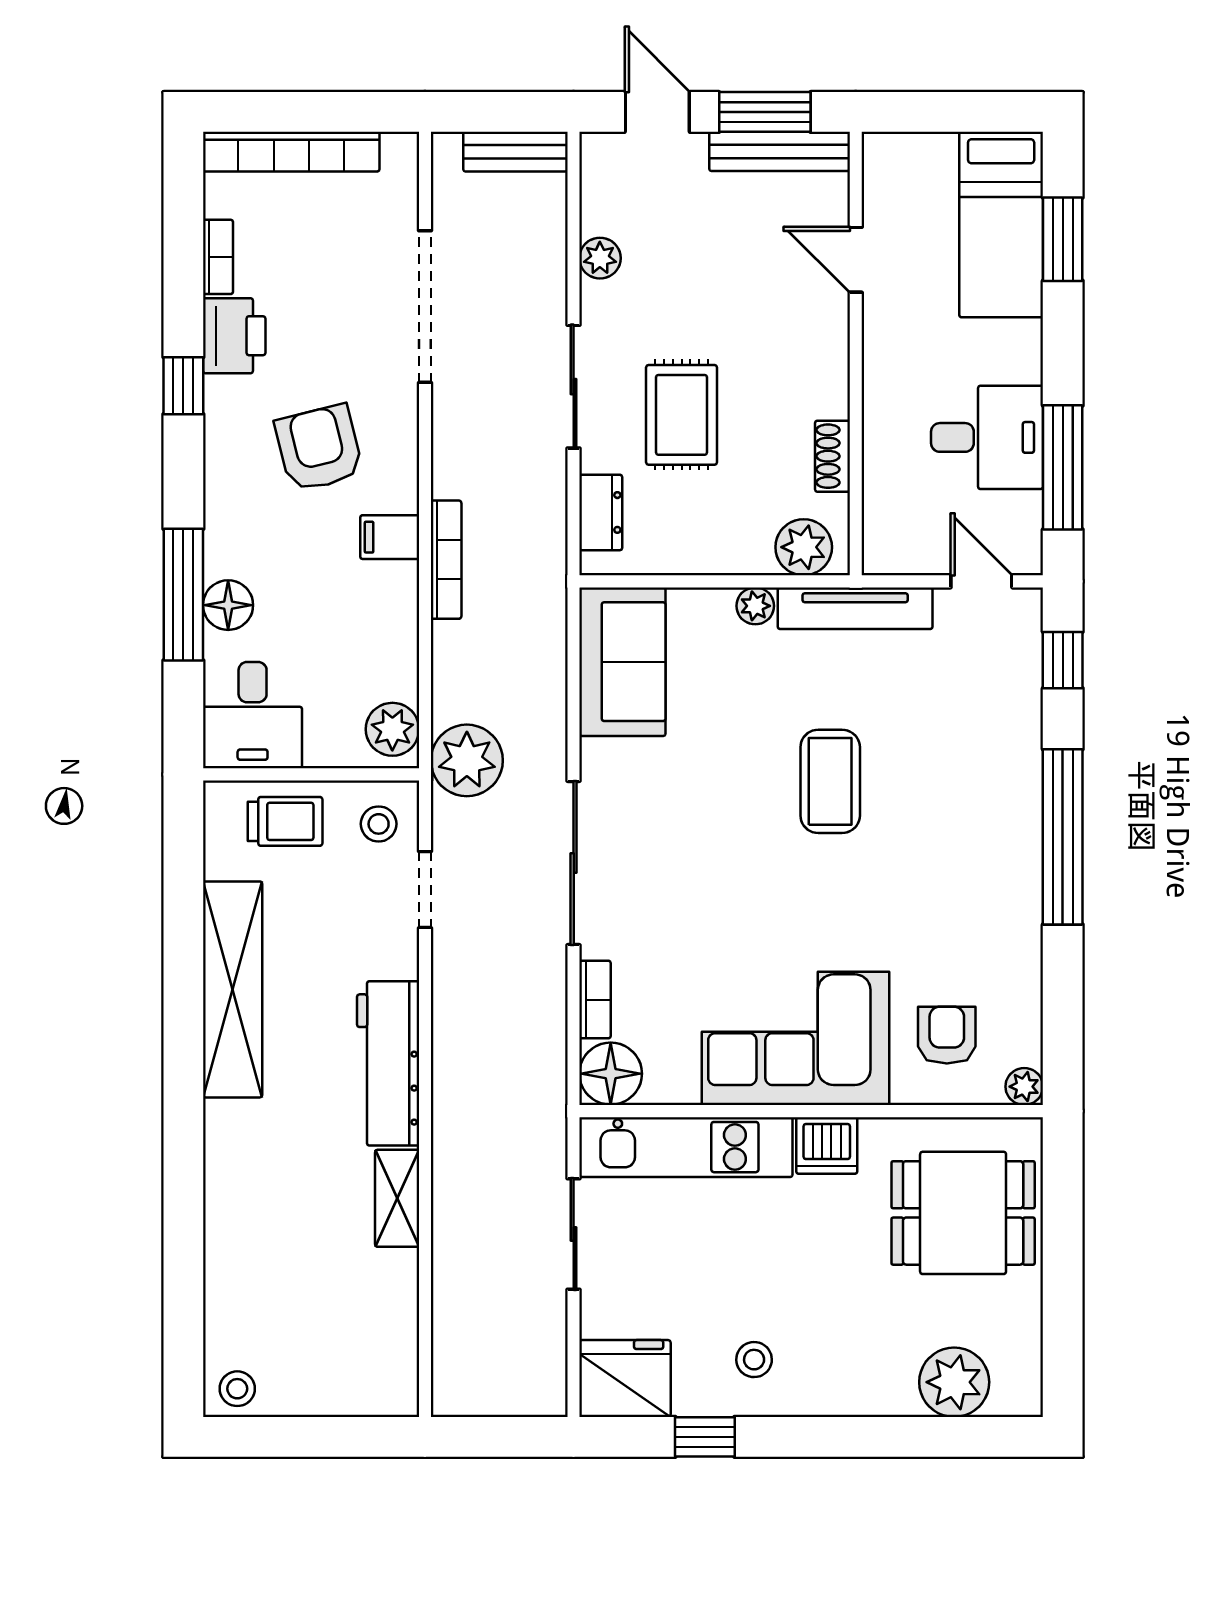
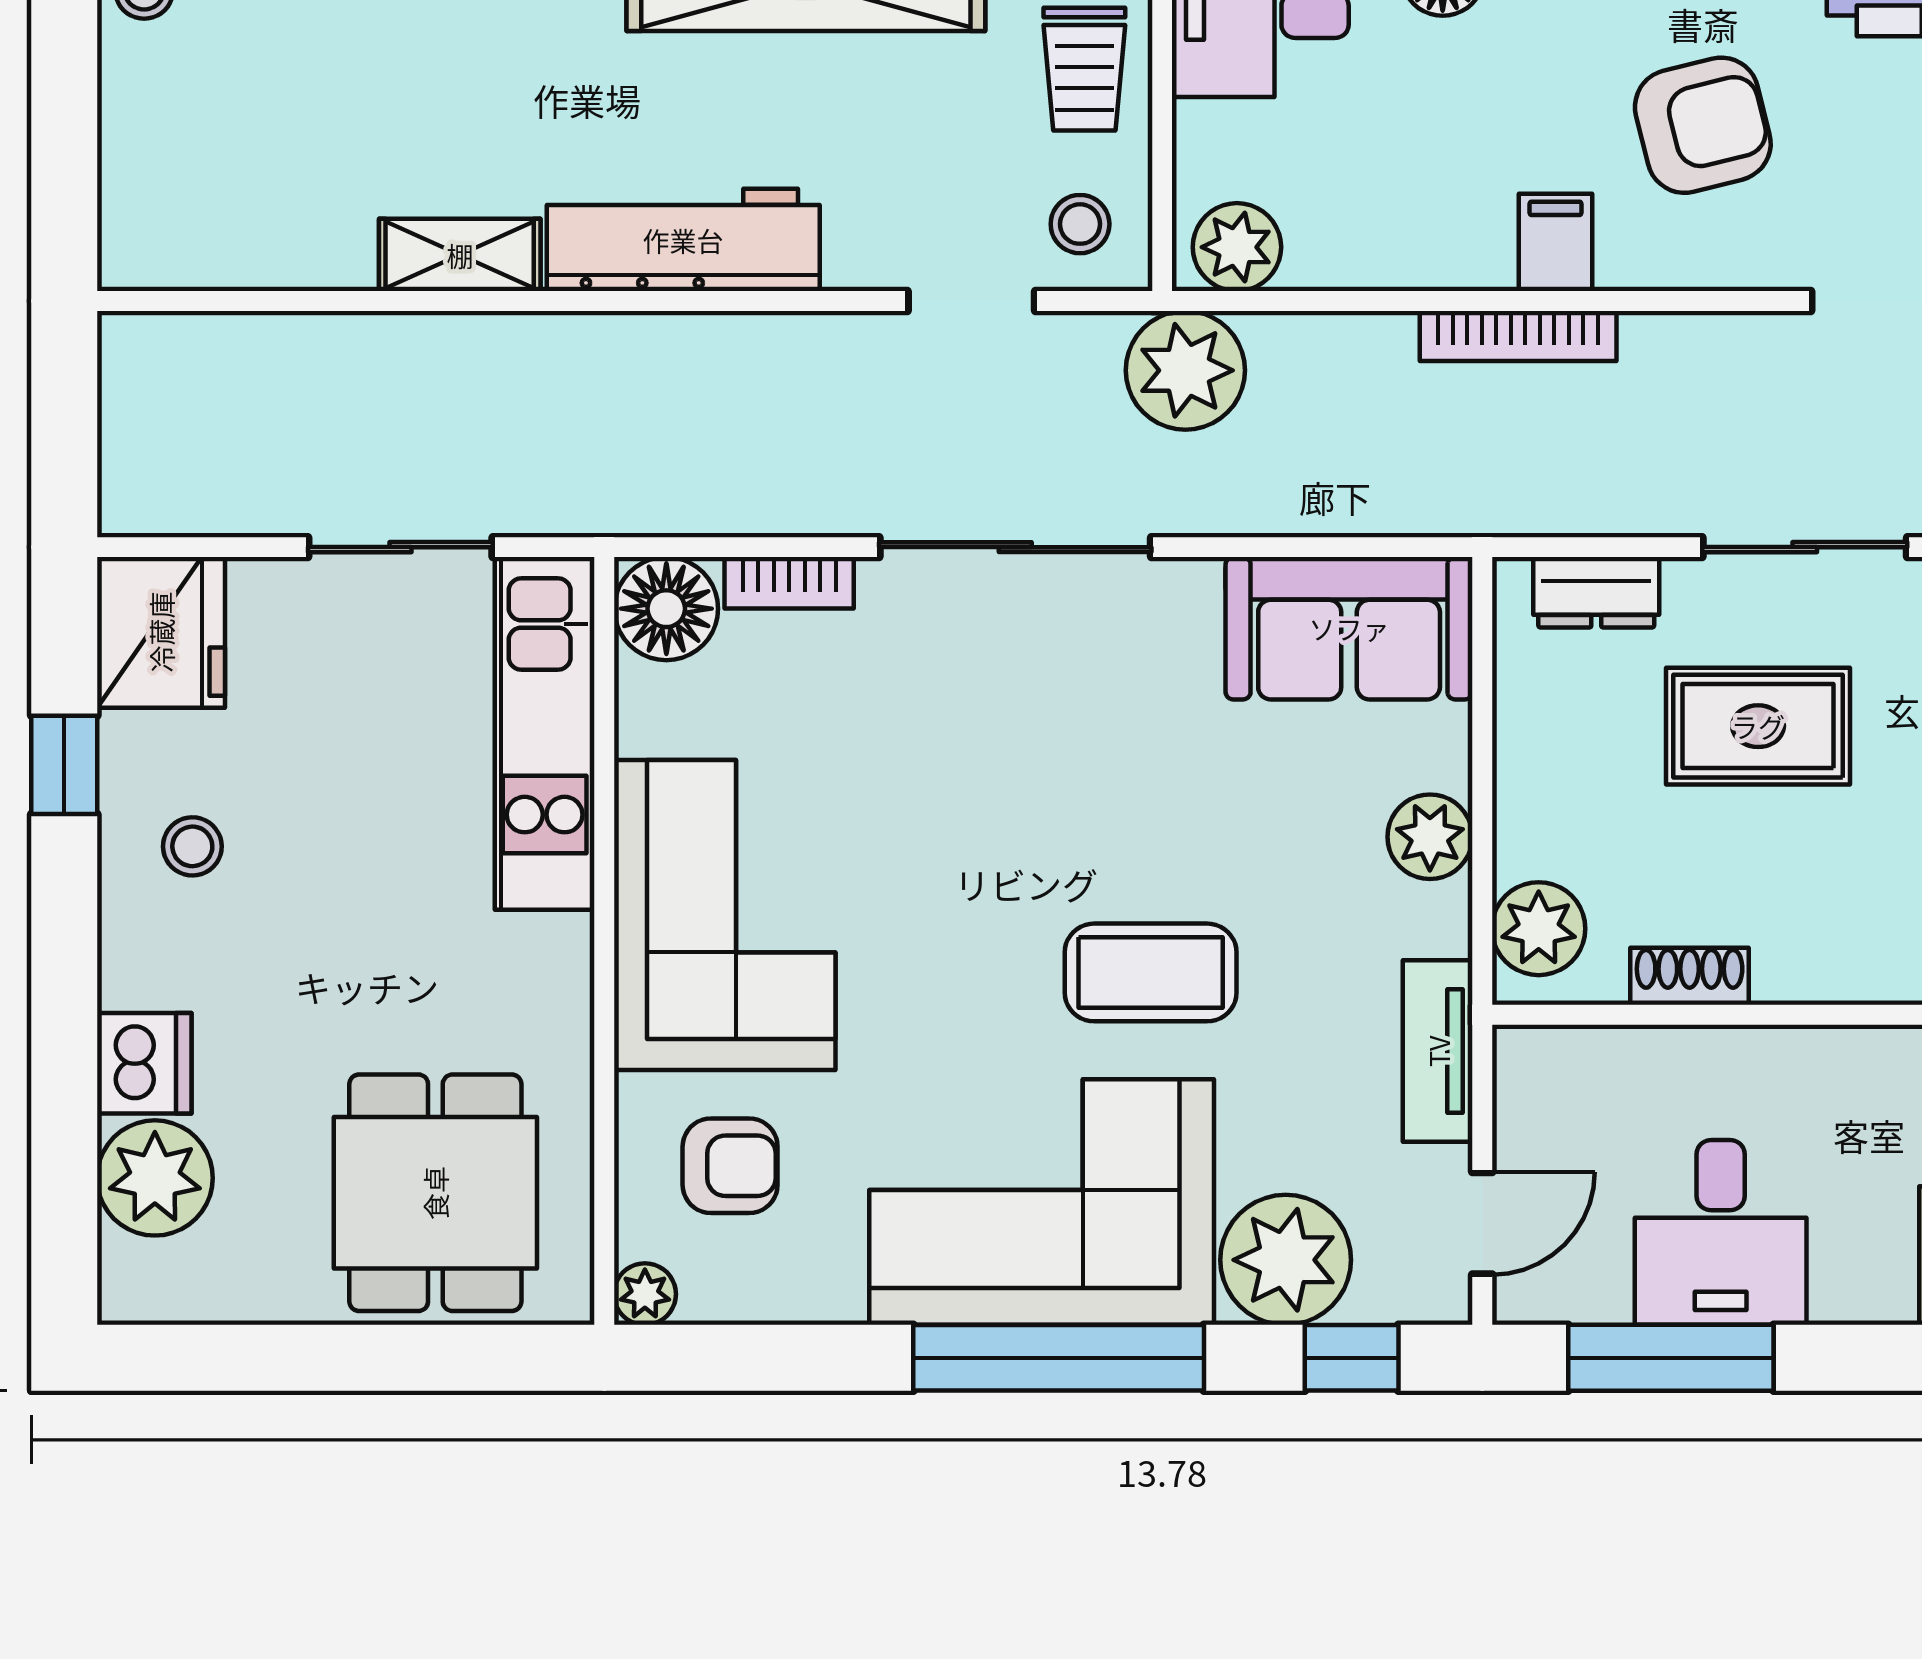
plant: (755, 606) -> (1430, 837), width x1.38, depth x1.38
tv unit: (855, 608) -> (1438, 1051), width x0.71
plant: (1004, 700) -> (1286, 1260), added
corner sofa: (969, 847) -> (1042, 1202), added
dishwasher: (827, 1145) -> (144, 1063), moved, turned 180

